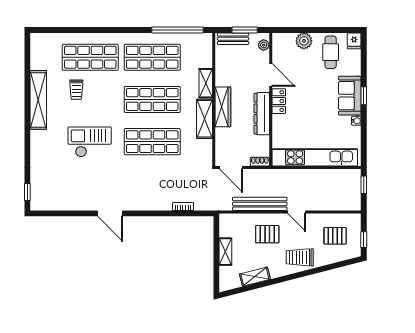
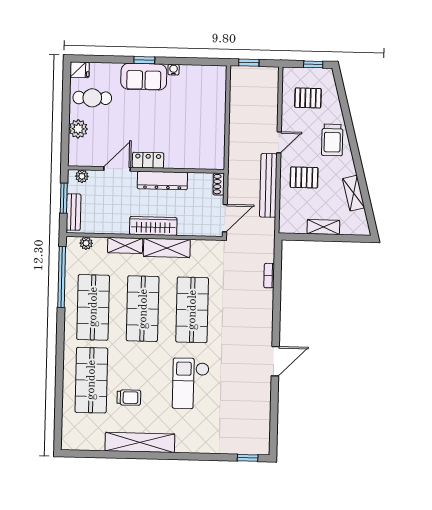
plant: (207, 50) -> (86, 243), added
kitchen unit: (315, 157) -> (215, 120), removed
pallet: (267, 234) -> (304, 177), turned 90
pallet: (335, 236) -> (308, 98), turned 90

